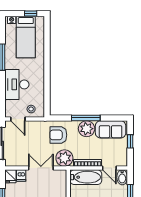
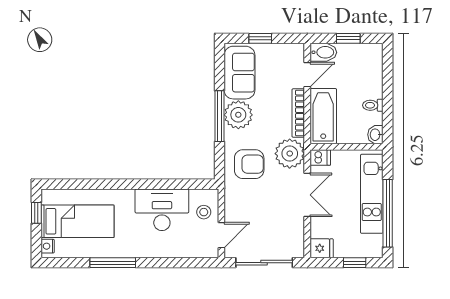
desk: (17, 84) -> (162, 210), moved, turned 180
armchair: (58, 135) -> (249, 164), turned -90
double door: (41, 168) -> (307, 195), swing flipped
dishwasher: (21, 175) -> (320, 157), moved

